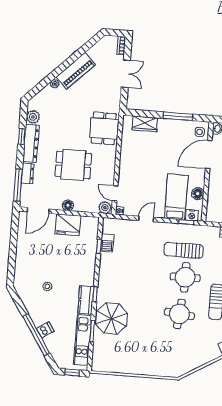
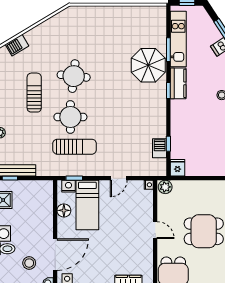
door: (115, 193) -> (155, 230), moved
floor lamp: (68, 205) -> (206, 186), removed
fridge: (68, 225) -> (177, 168), moved, width x0.53, depth x0.75

